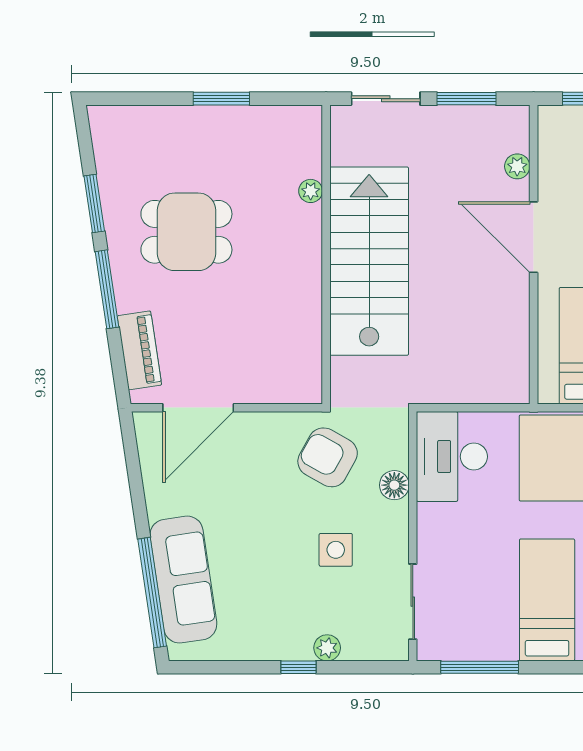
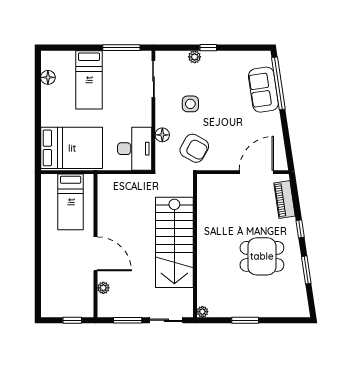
plant: (311, 191) -> (202, 312), moved
window: (107, 289) -> (300, 229), width x0.46
sofa: (183, 580) -> (263, 90), width x0.73

